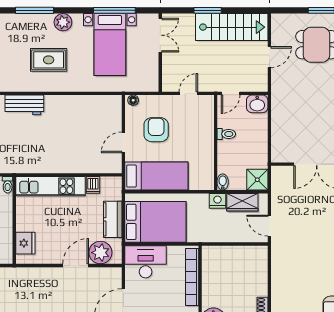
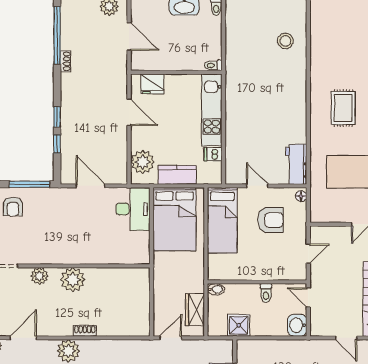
door: (188, 93) -> (308, 254), hinge flipped
workbench: (24, 105) -> (296, 164), moved
shower: (257, 180) -> (239, 325), moved
nightstand: (217, 201) -> (196, 284), removed
door: (76, 265) -> (129, 112), moved
bookcase: (192, 277) -> (117, 258), removed

